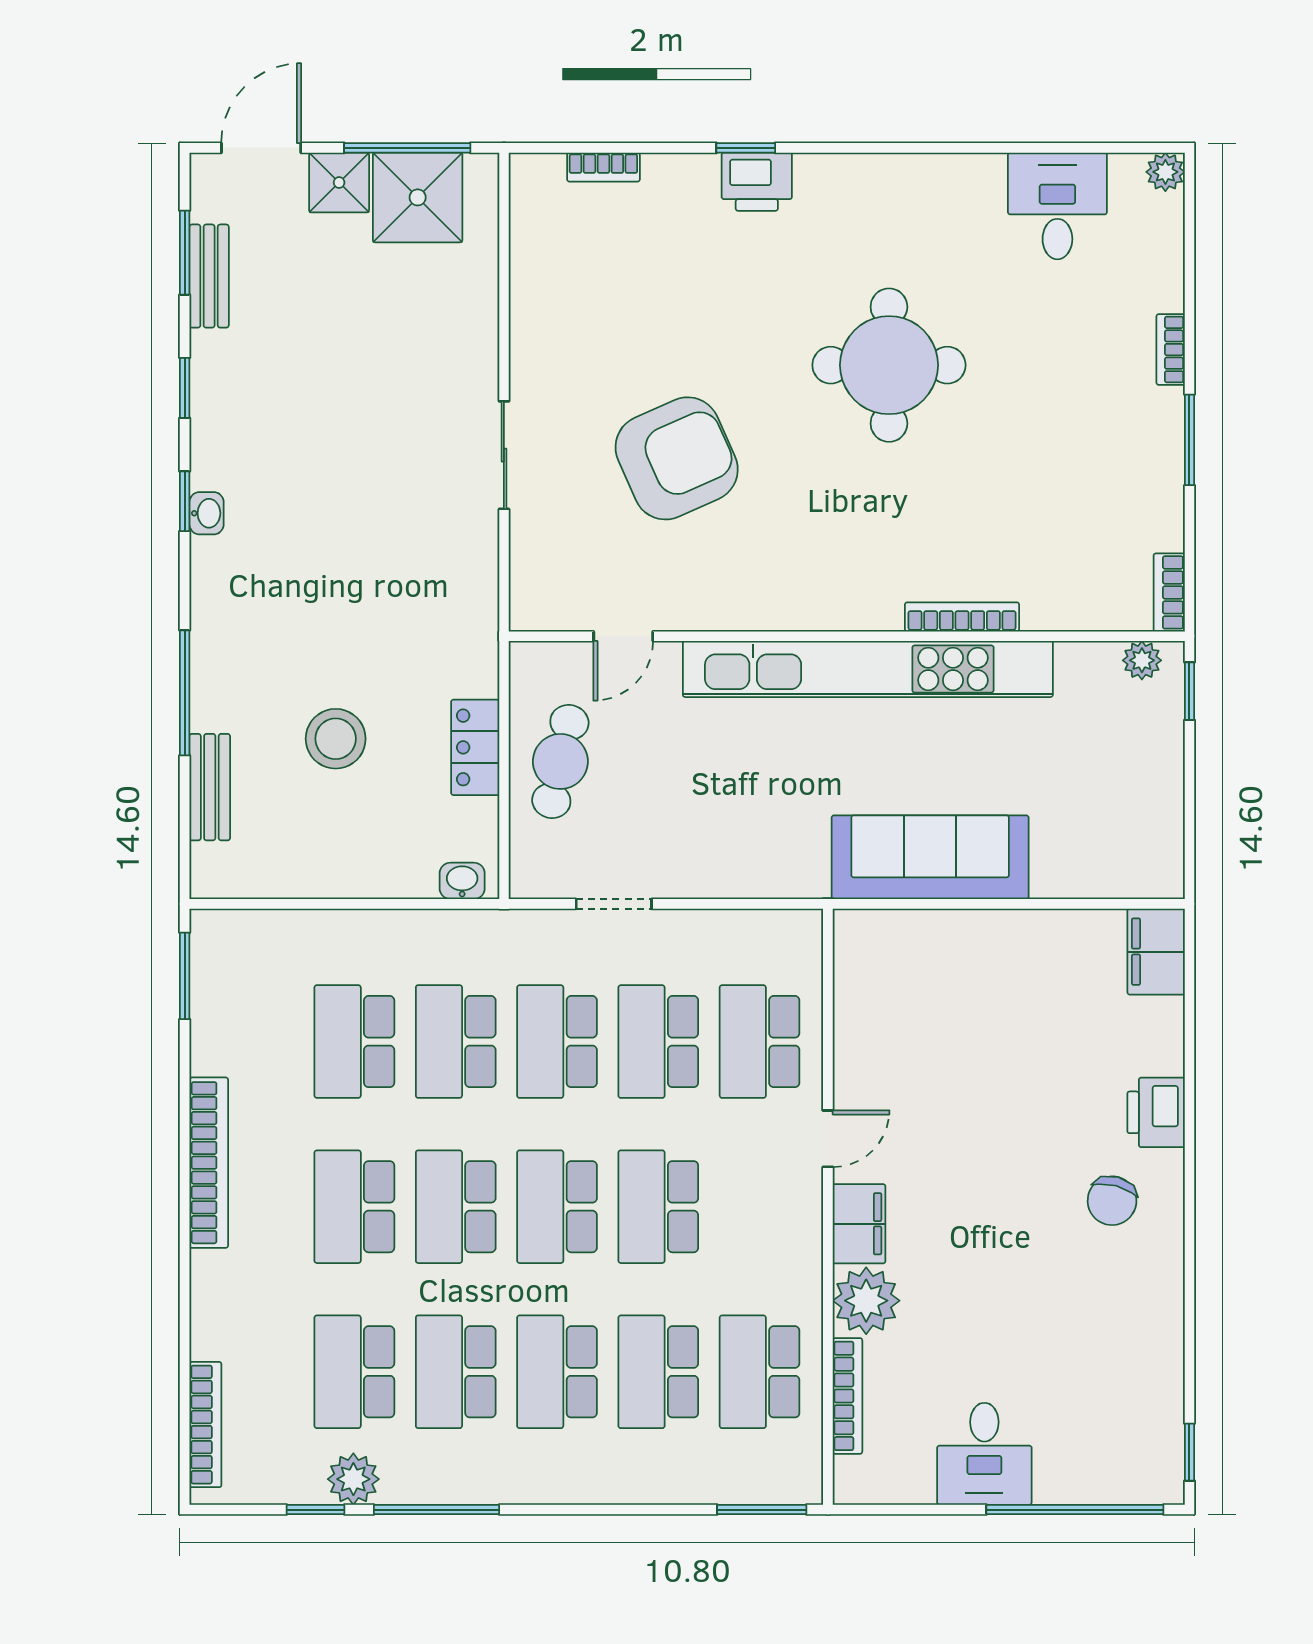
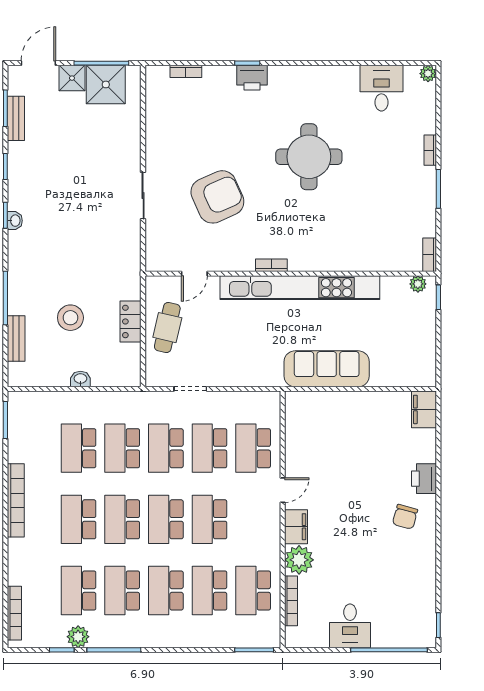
bookcase: (962, 617) -> (271, 265), moved, width x0.64
washbasin: (462, 881) -> (80, 379), moved

